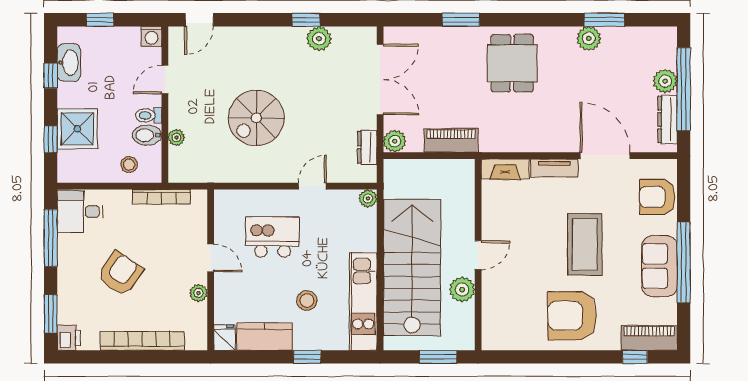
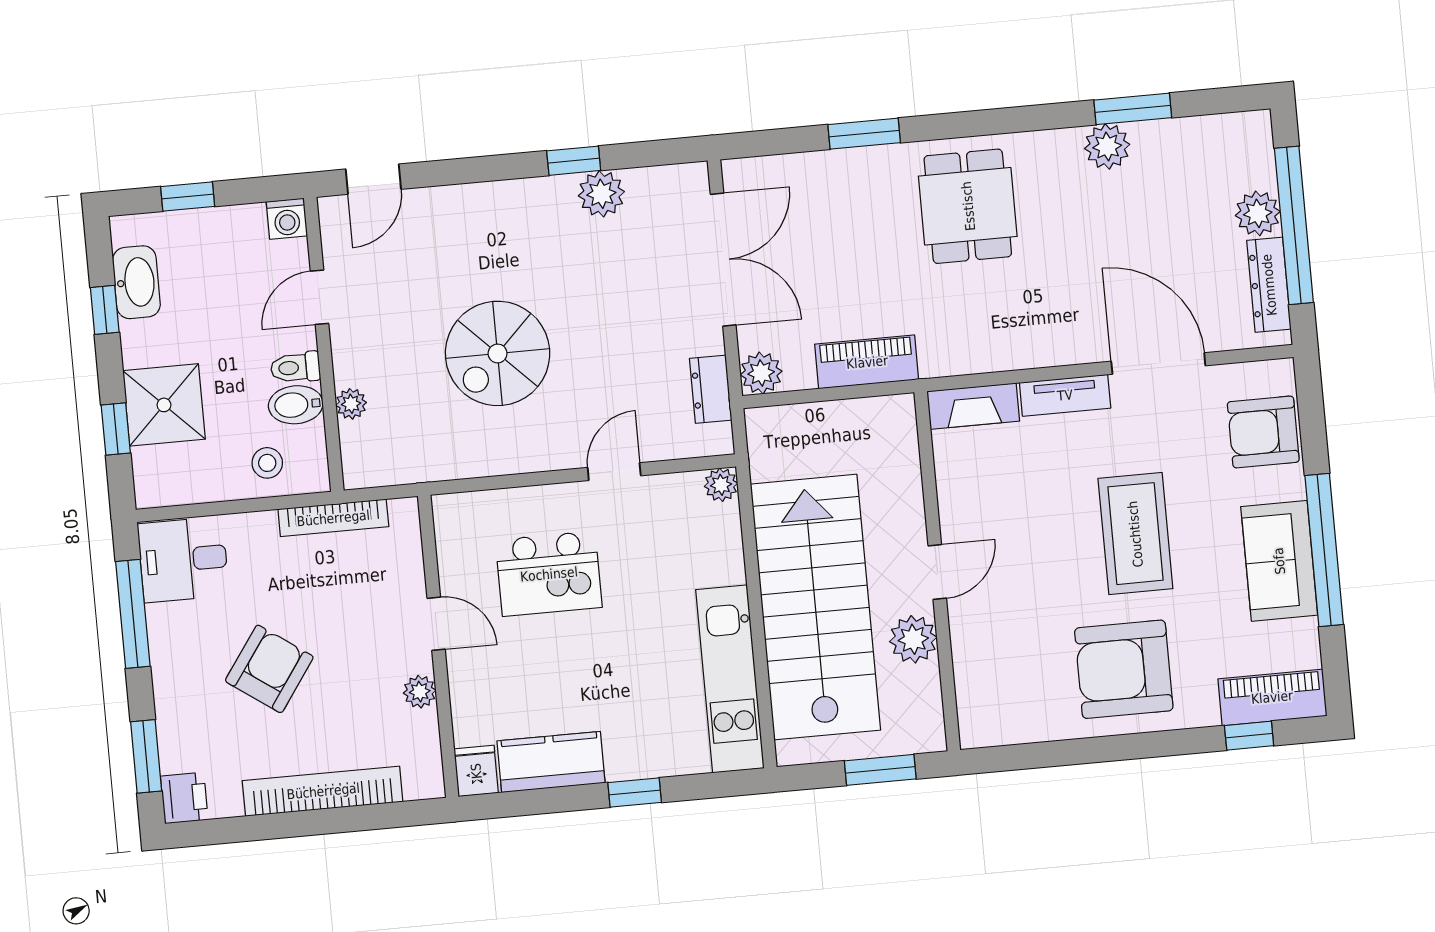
kitchen island: (273, 237) -> (549, 574), turned 180
stool: (307, 301) -> (624, 687), removed

